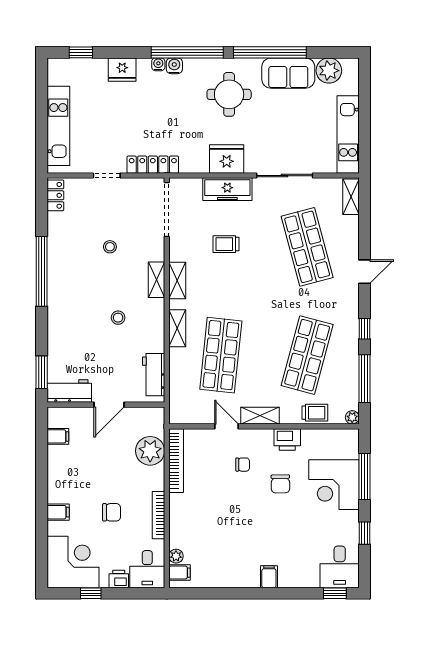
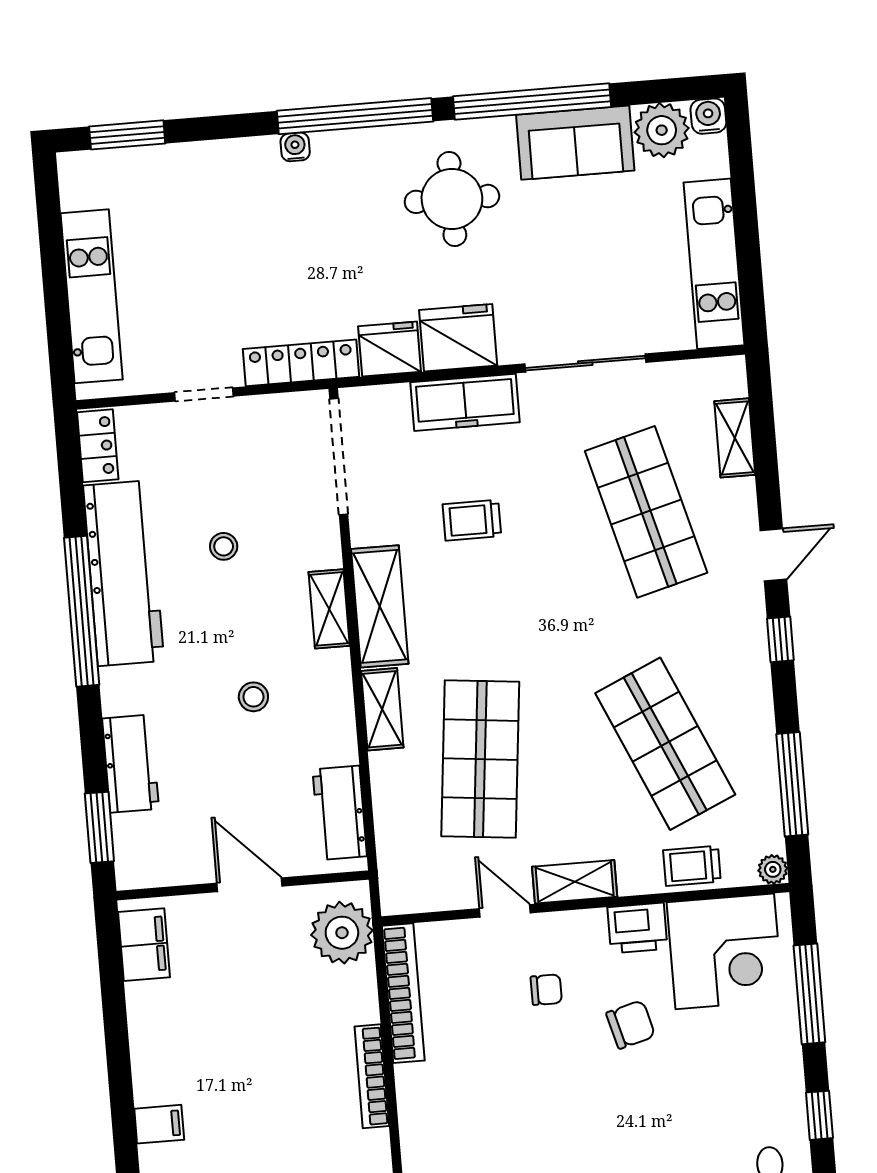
window: (81, 52) -> (127, 135), width x1.50
water cooler: (174, 66) -> (708, 116), moved
fridge: (122, 70) -> (390, 349), moved, turned 180
shelving: (351, 197) -> (735, 438), moved
workbench: (63, 255) -> (124, 573), added
shelving: (177, 281) -> (380, 606), width x1.50, depth x1.33
window: (364, 329) -> (780, 639), moved
shop shelf: (307, 355) -> (665, 744), turned -39
workbench: (69, 391) -> (131, 764), moved, turned 90
door: (109, 405) -> (250, 885), swing flipped
trolley: (315, 413) -> (692, 866), turned 180
filing cabinet: (58, 436) -> (144, 945), width x2.00
plant: (150, 451) -> (342, 933), moved
chair: (280, 484) -> (631, 1025), turned -104
corner desk: (334, 485) -> (725, 951), moved, turned -90
chair: (112, 512) -> (274, 1115), removed
bookcase: (158, 515) -> (372, 1076), moved

